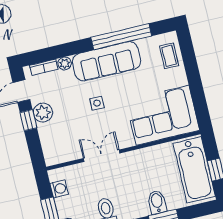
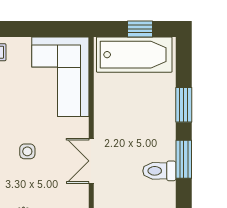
bidet: (157, 202) -> (162, 108), removed

